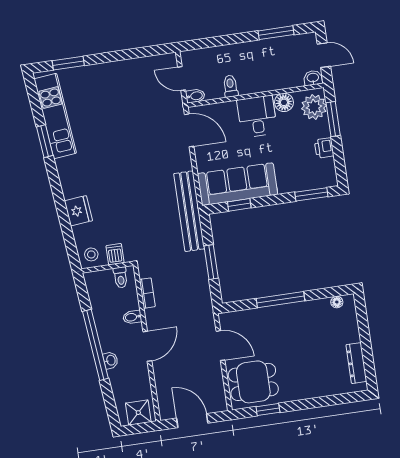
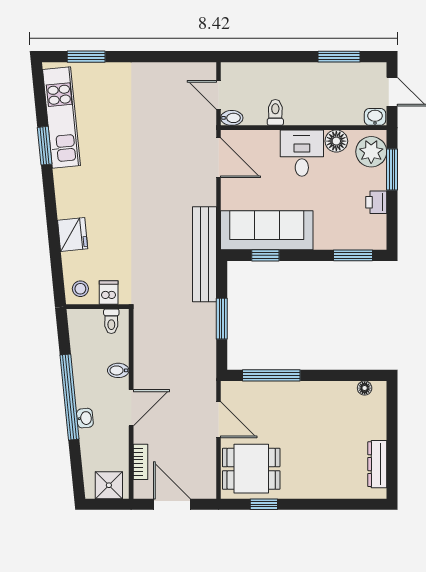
bookcase: (147, 293) -> (140, 462), moved
window: (280, 300) -> (271, 375), moved

